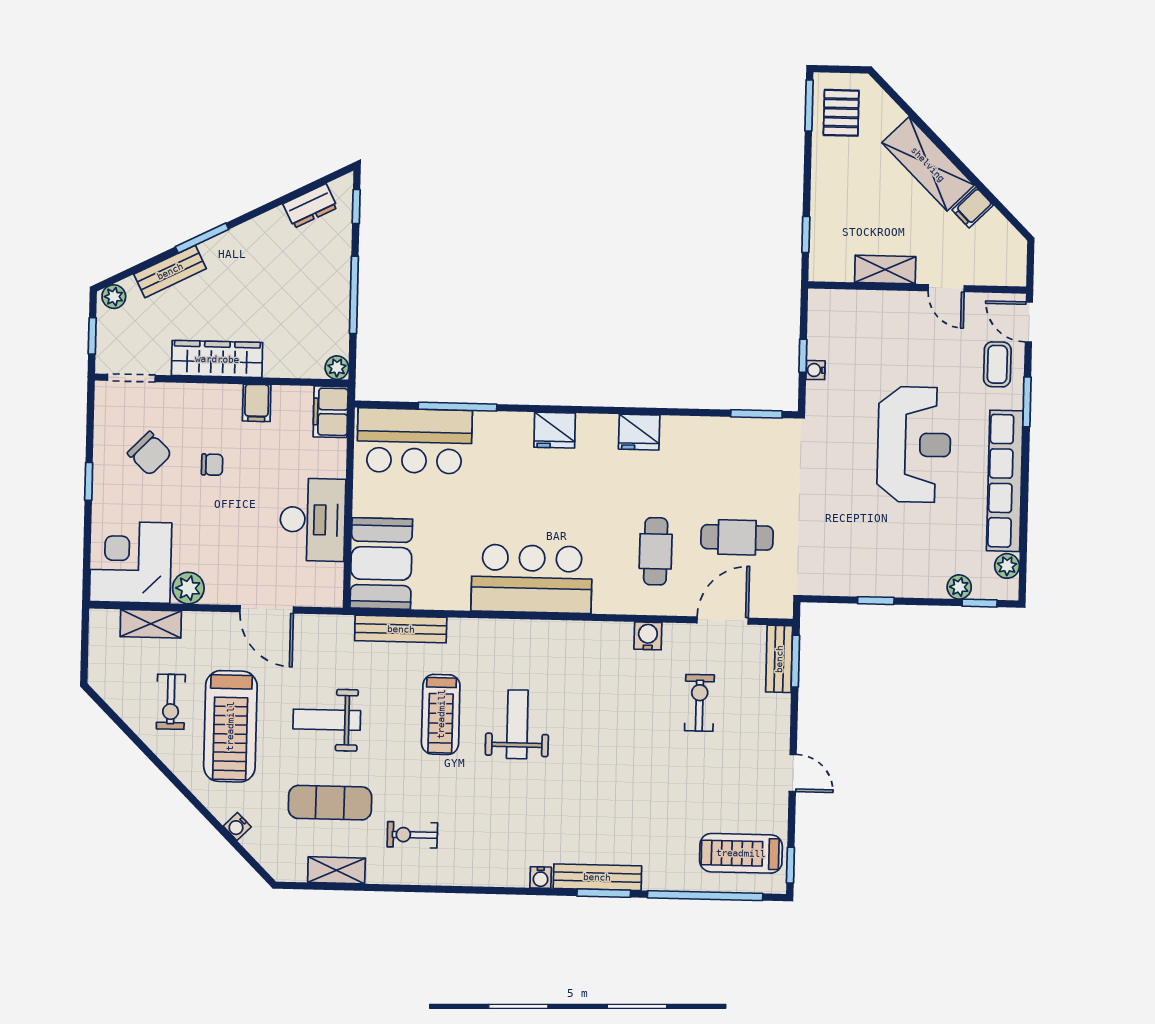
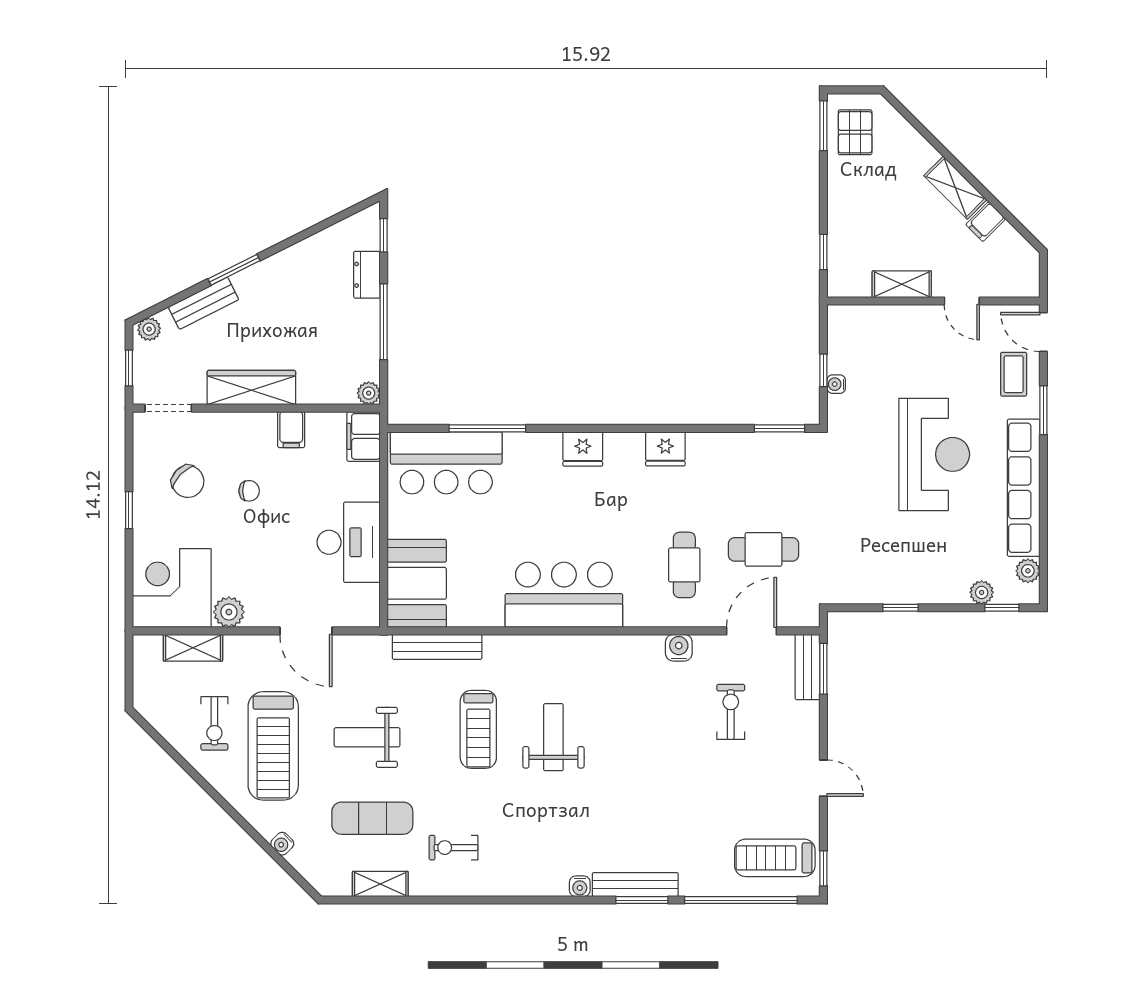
shelving: (928, 164) -> (955, 188), width x0.67, depth x0.75
dresser: (310, 206) -> (367, 275), moved, turned 117

